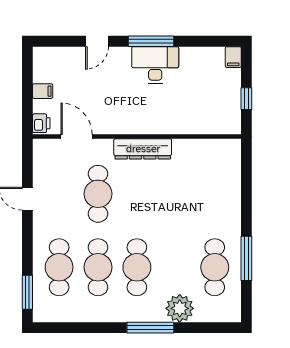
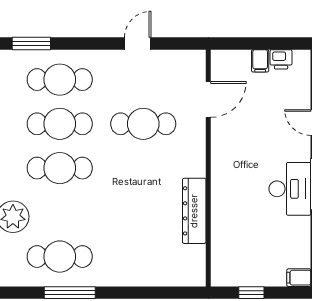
printer: (41, 123) -> (281, 59), moved
dresser: (143, 149) -> (194, 211), moved

